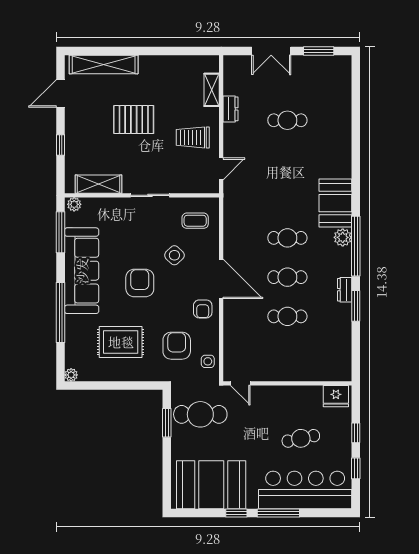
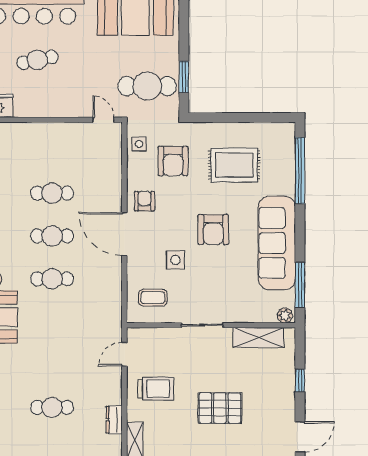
side table: (174, 255) -> (175, 260), turned 45
window: (60, 312) -> (300, 171), moved
plant: (71, 375) -> (288, 129), removed

